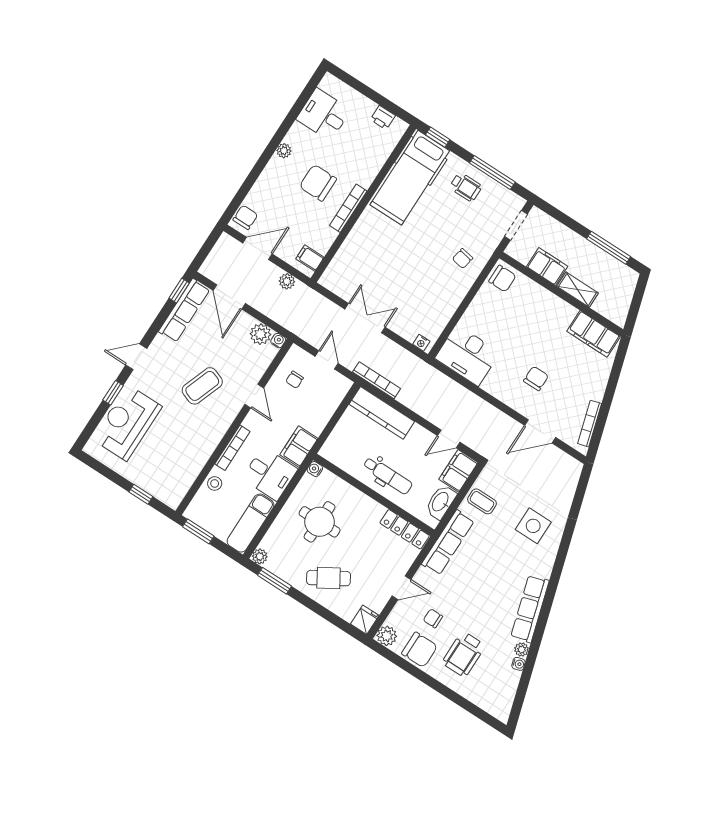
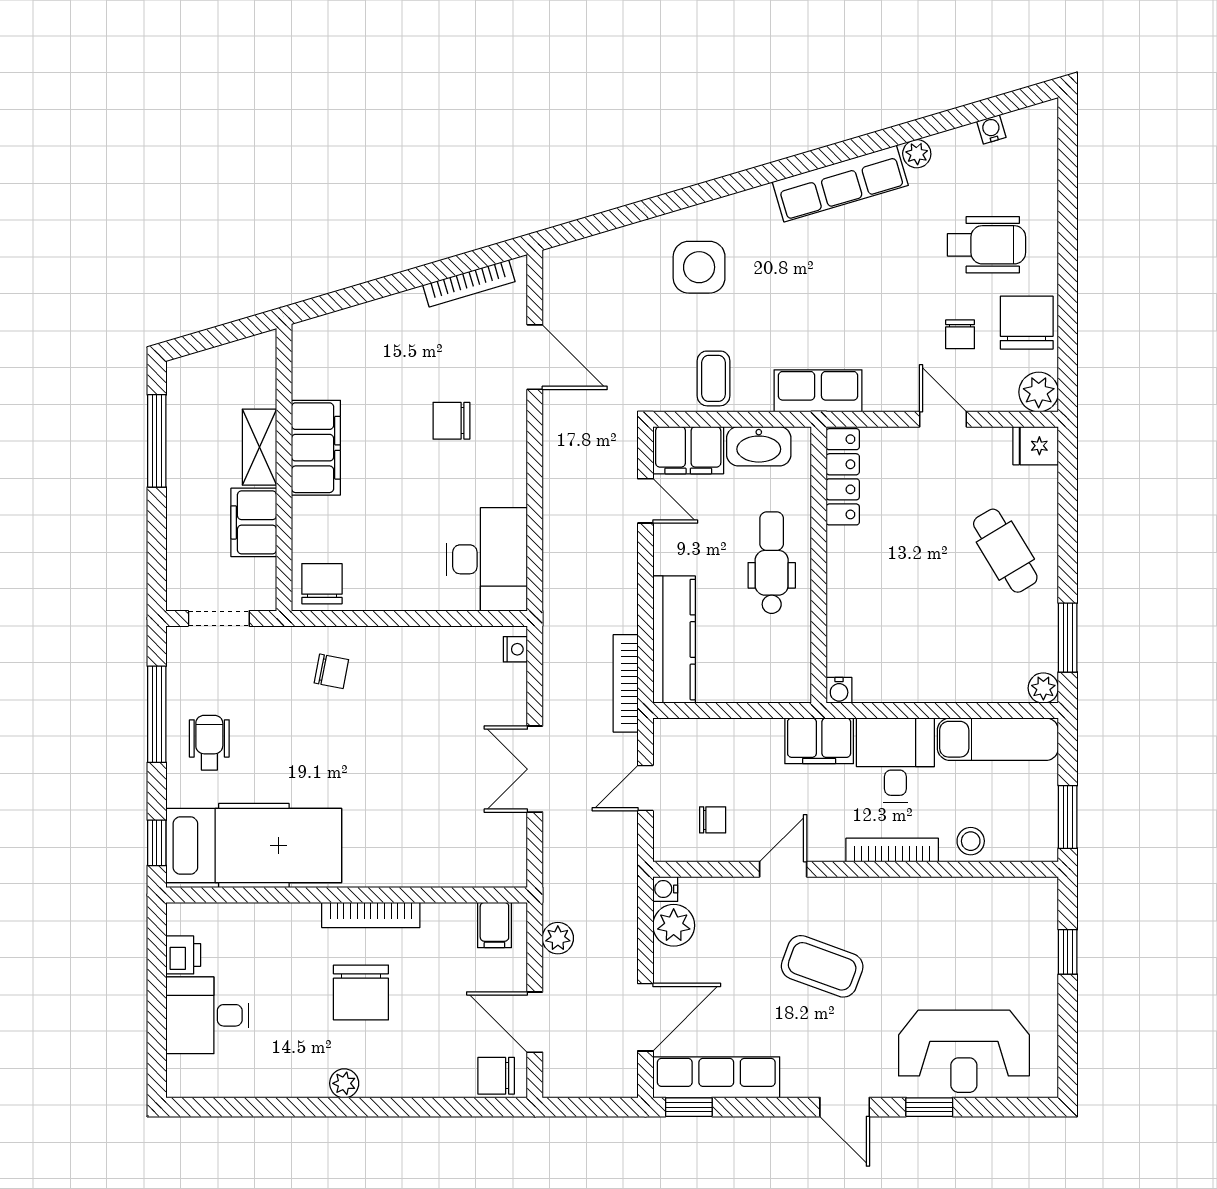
desk: (324, 115) -> (207, 1015), moved, turned 90
filing cabinet: (594, 334) -> (316, 448), moved
round table: (320, 522) -> (922, 626), removed
row of seats: (448, 542) -> (818, 391), width x0.68
water cooler: (518, 664) -> (991, 129), moved

